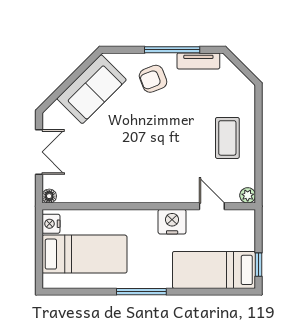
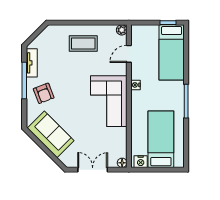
corner sofa: (141, 176) -> (109, 101), added
nightstand: (172, 222) -> (136, 85), width x0.53, depth x0.56

